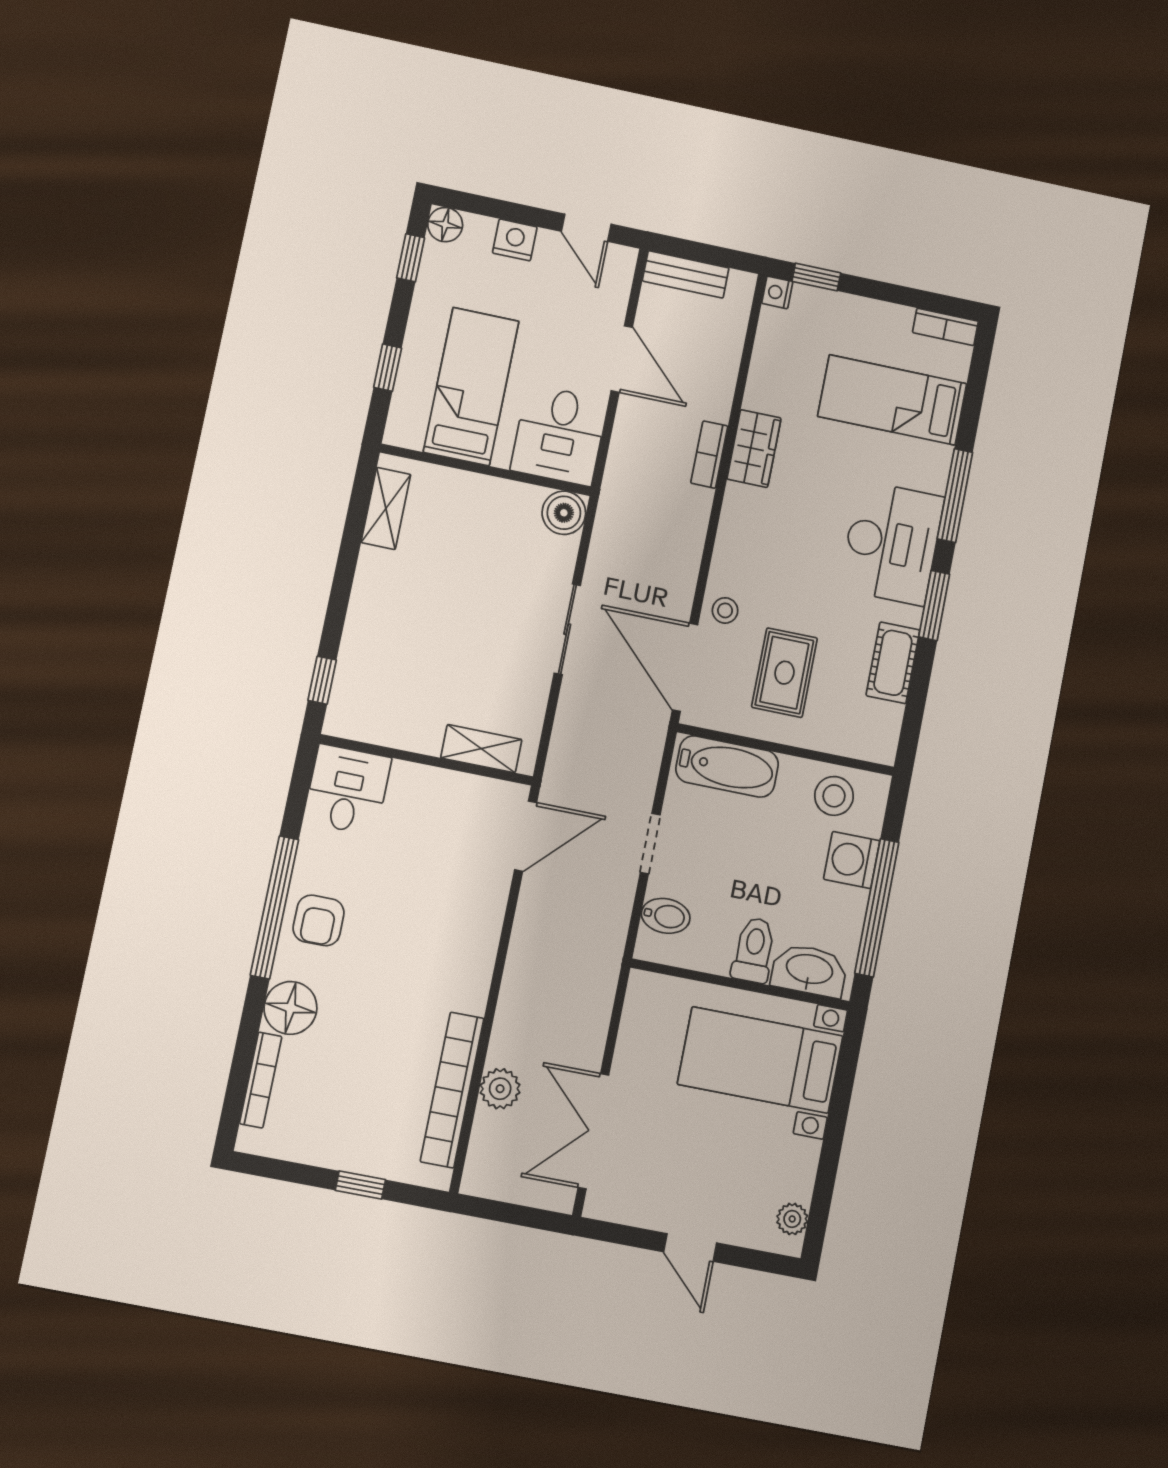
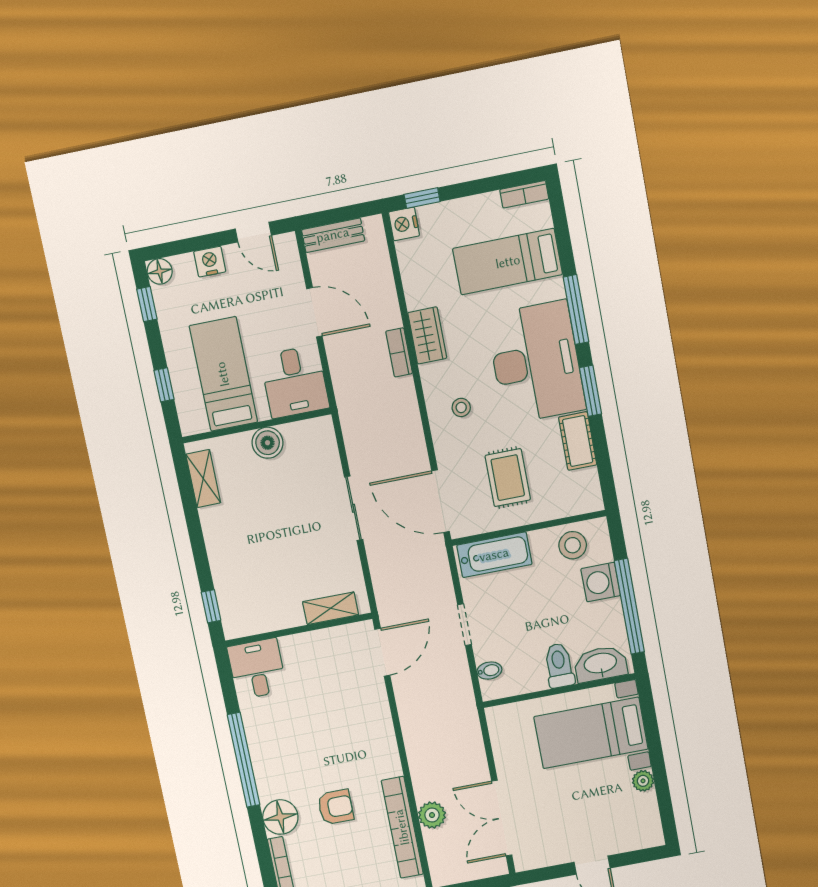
nightstand: (777, 292) -> (404, 224), width x1.39, depth x1.35
boiler: (564, 513) -> (268, 443), moved
desk: (892, 543) -> (536, 362), width x1.36, depth x1.30
stool: (725, 610) -> (461, 407), moved
bidet: (666, 916) -> (489, 671), width x0.72, depth x0.74
armchair: (319, 920) -> (336, 807), moved, turned -90
plant: (792, 1219) -> (643, 781), moved

